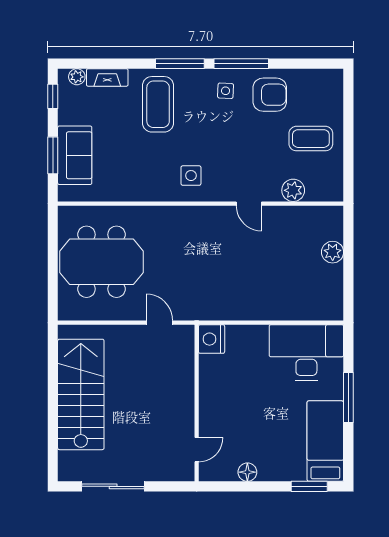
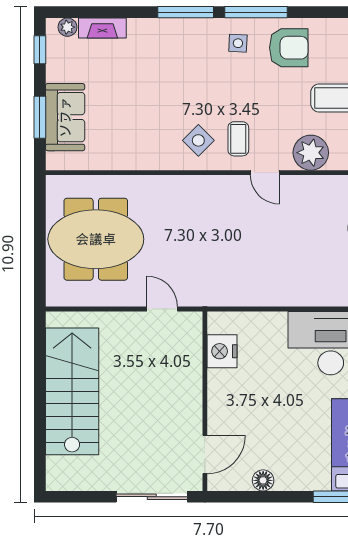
coffee table: (158, 104) -> (238, 139), moved, width x0.54, depth x0.58
side table: (191, 176) -> (198, 140), turned 45
plant: (293, 190) -> (311, 153), width x1.36, depth x1.36
nightstand: (212, 339) -> (222, 351), moved
door: (197, 450) -> (205, 455), width x1.38
sliding door: (113, 486) -> (152, 497), moved

